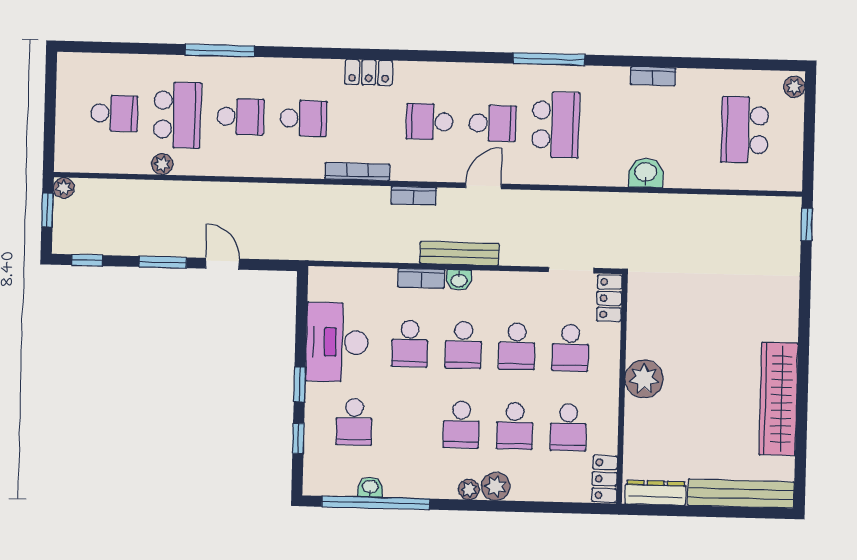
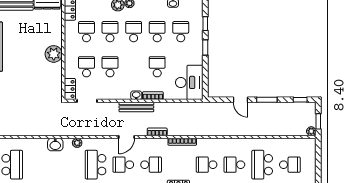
school desk: (114, 113) -> (290, 165), turned 180
plant: (162, 164) -> (77, 143), moved
desk: (337, 342) -> (189, 82), moved
school desk: (463, 345) -> (157, 32), moved

